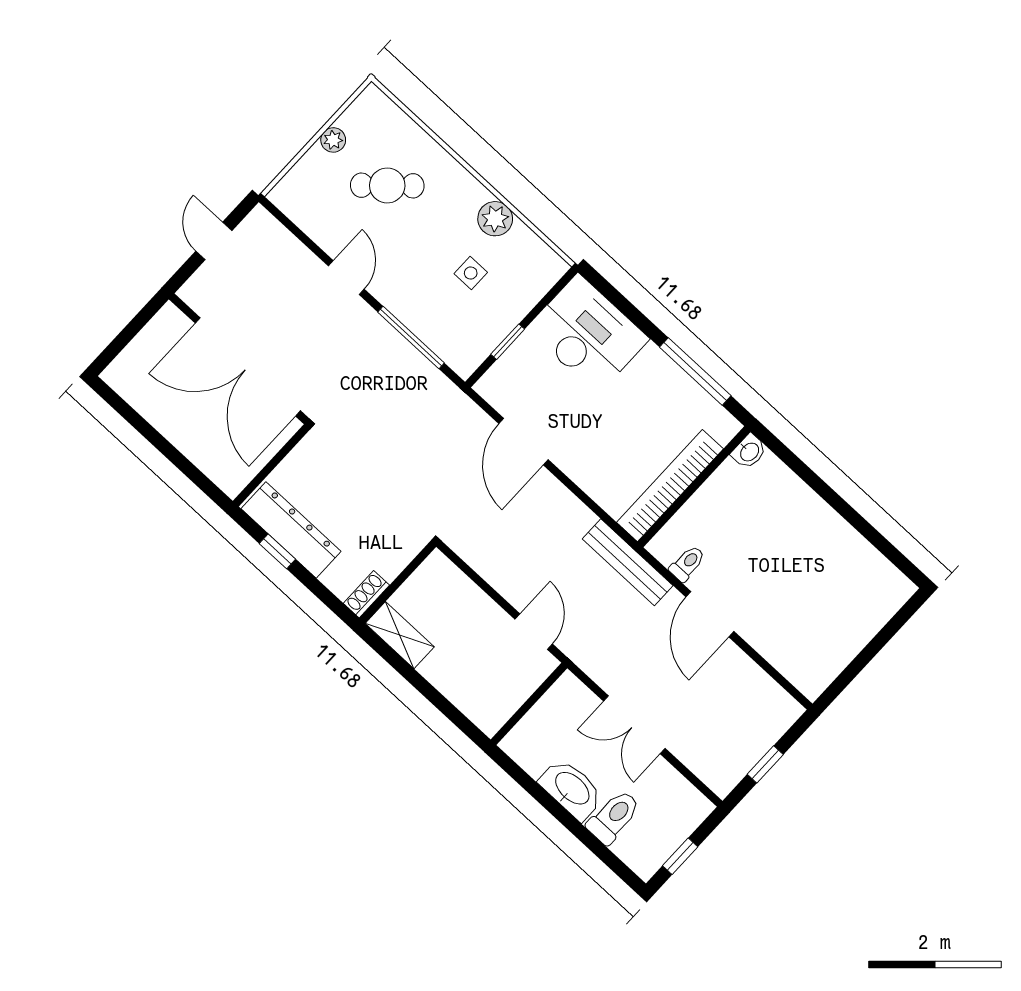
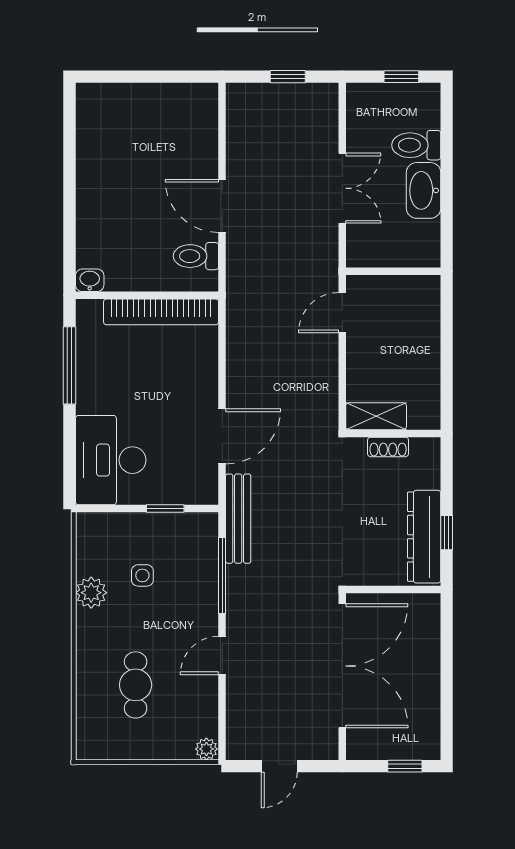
plant: (333, 140) -> (206, 749), moved
cafe table: (387, 186) -> (136, 685), turned 42
window: (120, 342) -> (405, 766), added
bench: (628, 562) -> (238, 519), moved
toilet: (687, 563) -> (196, 256), width x1.37, depth x1.39
shoe rack: (366, 594) -> (388, 447), moved
door: (710, 614) -> (222, 206), swing flipped
shelving: (400, 635) -> (376, 416), moved, turned 90

